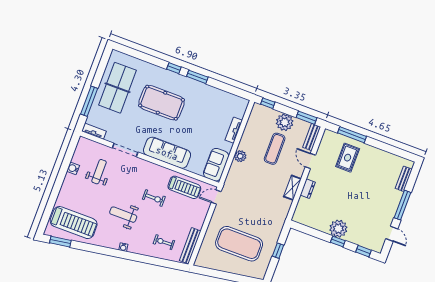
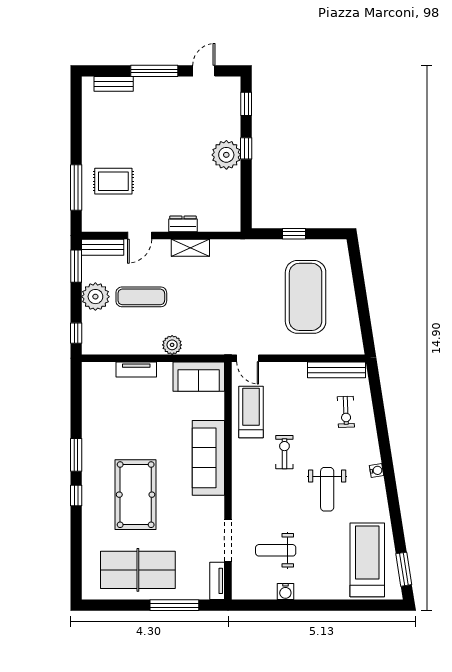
doorway: (125, 150) -> (228, 540), moved

